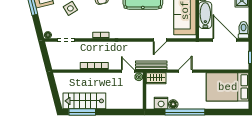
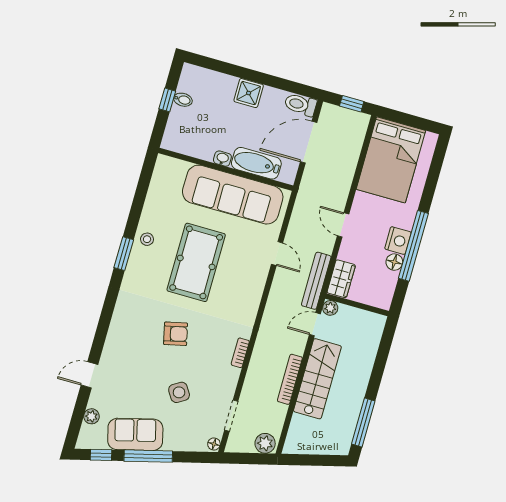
plant: (56, 62) -> (265, 443), added
stairs: (84, 101) -> (317, 379), moved, turned 180
nightstand: (161, 103) -> (398, 241), moved

